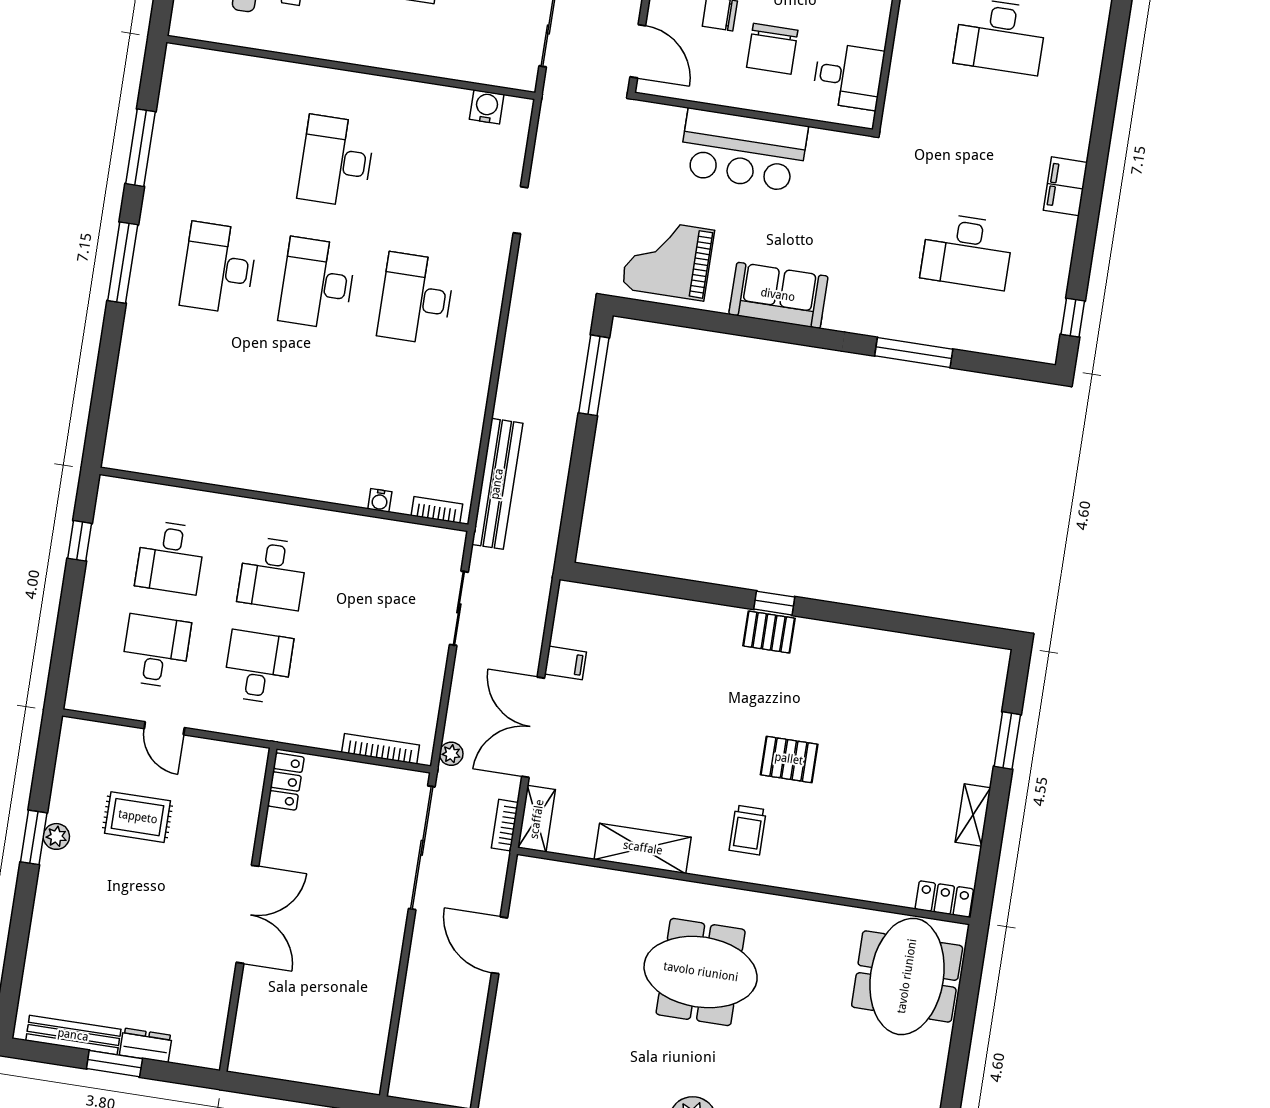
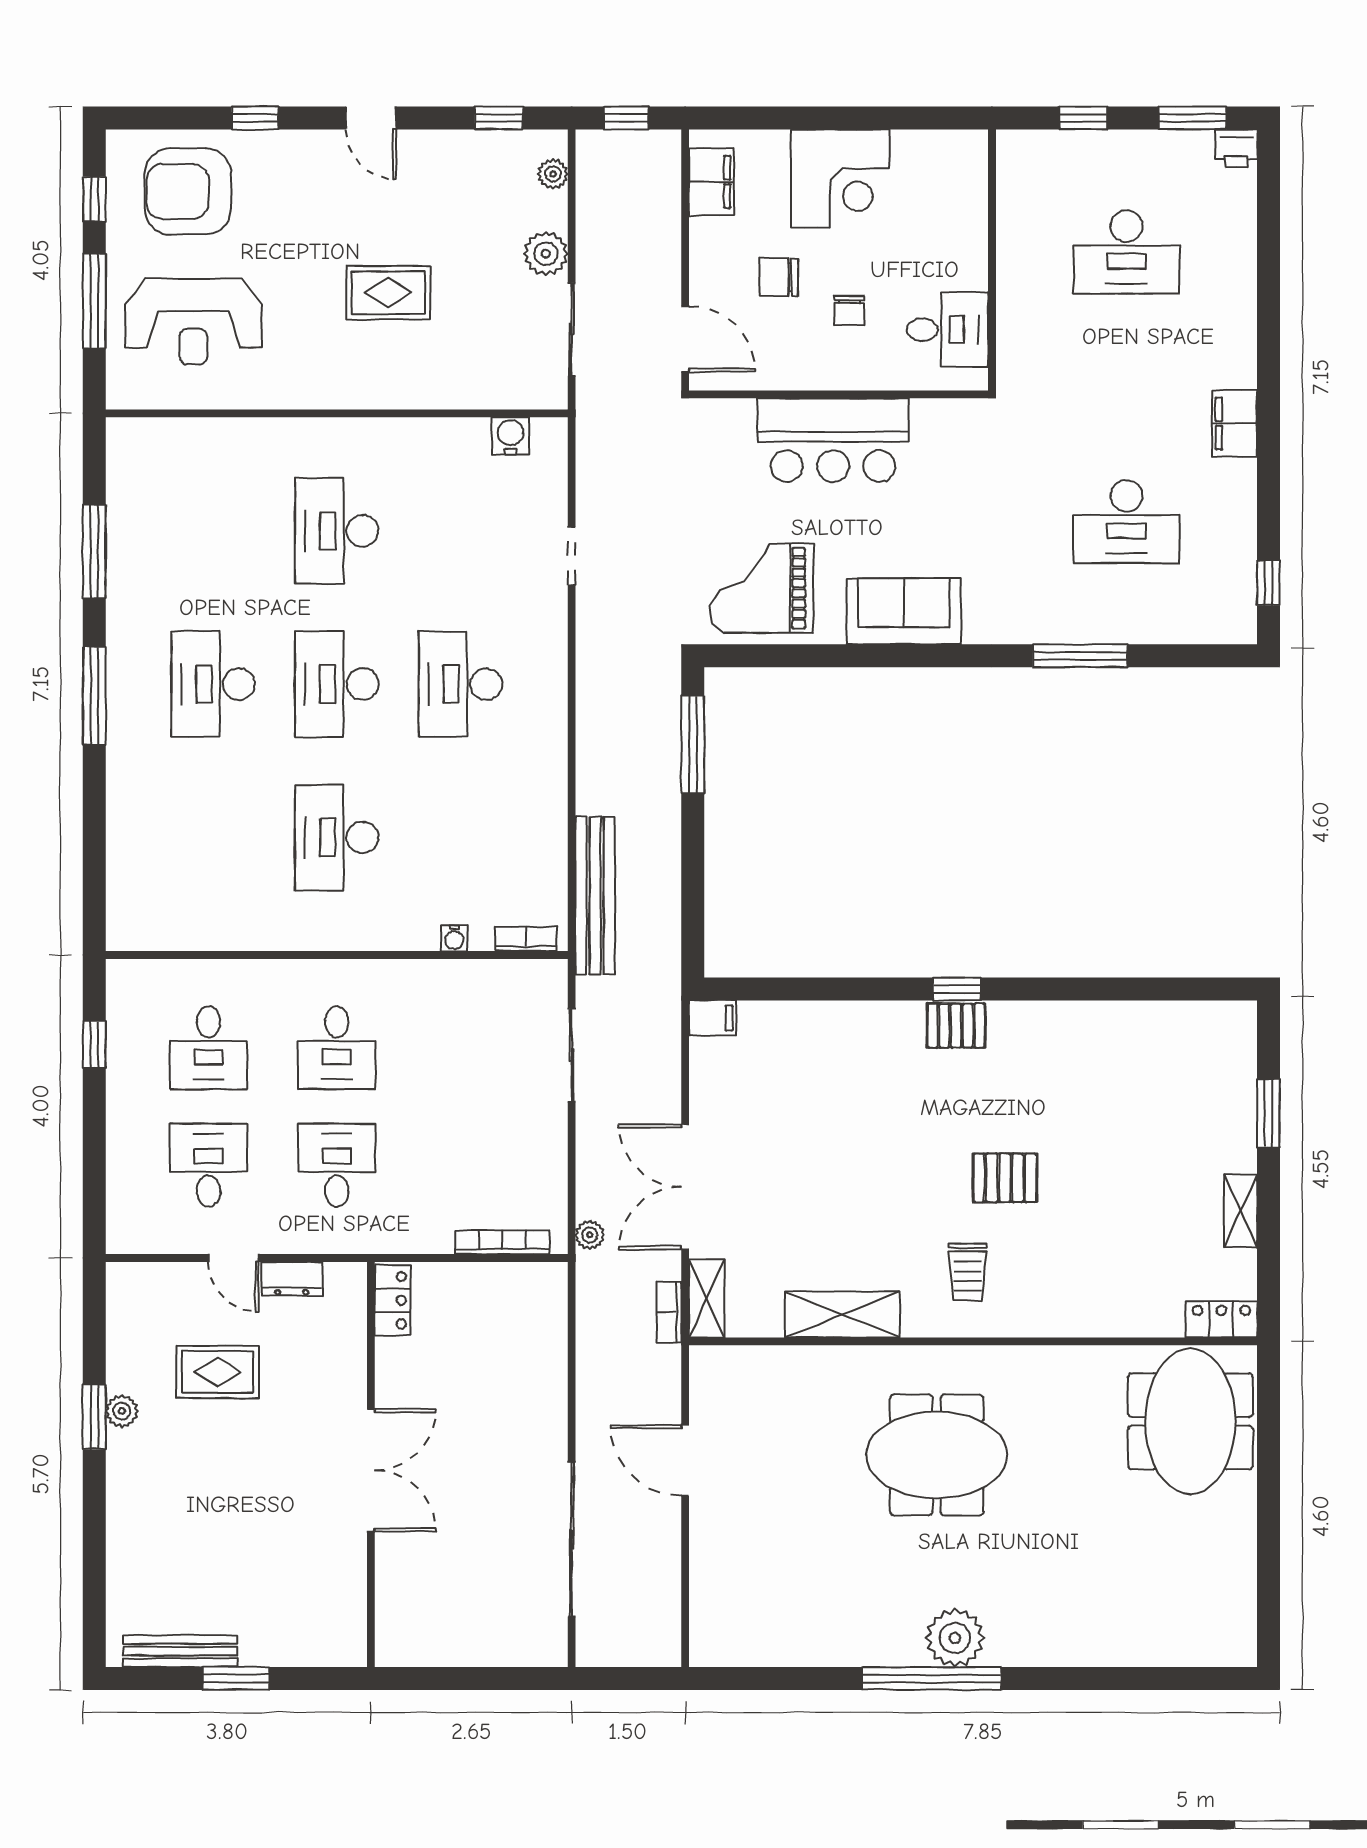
chair: (772, 49) -> (849, 311), width x0.54, depth x0.54
desk: (298, 406) -> (337, 837), added
filing cabinet: (565, 663) -> (713, 1018), moved
sliding door: (422, 848) -> (572, 1539), moved
dresser: (146, 1045) -> (292, 1279), moved, turned 180

